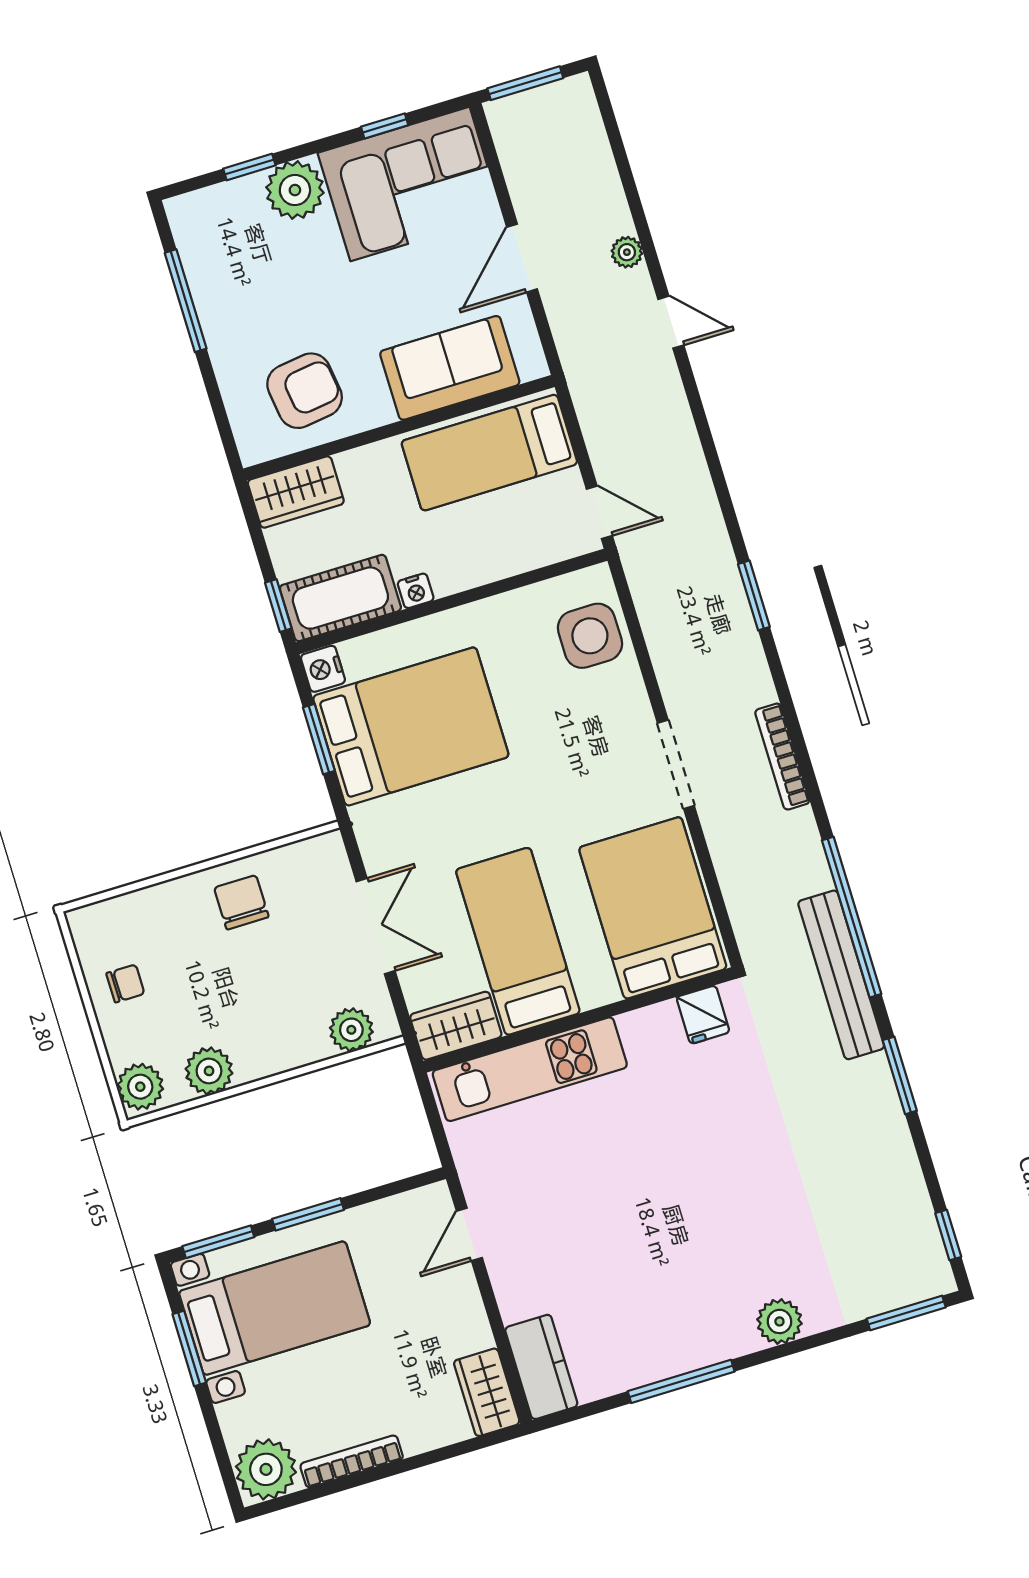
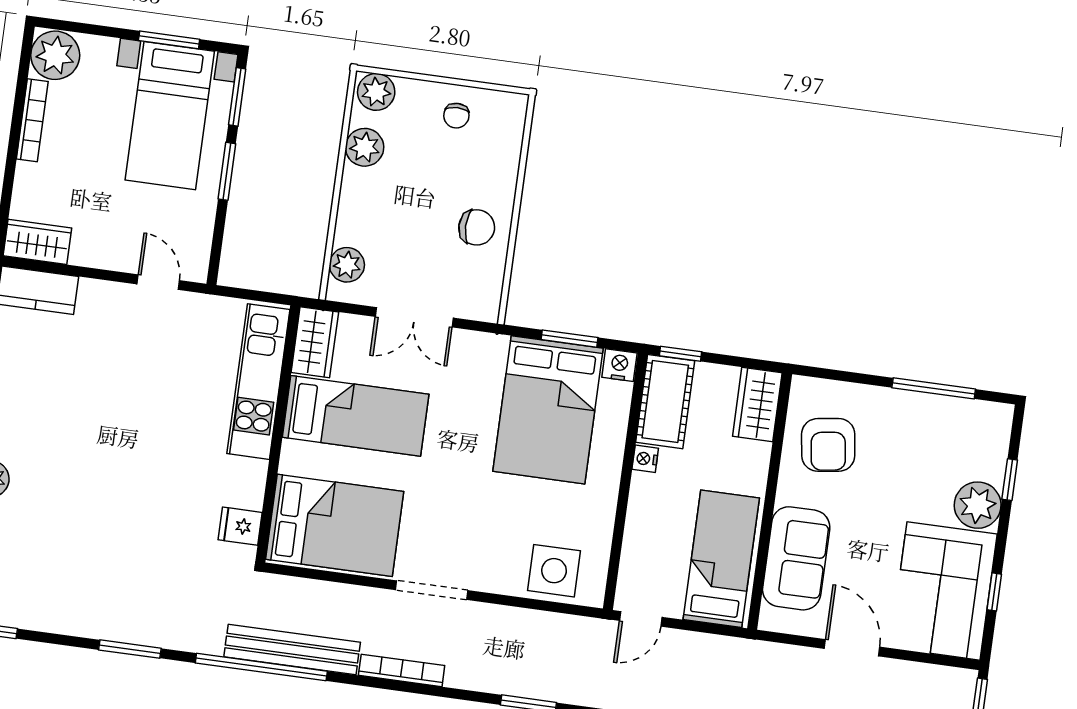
bench: (841, 975) -> (292, 650), moved

